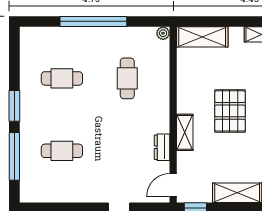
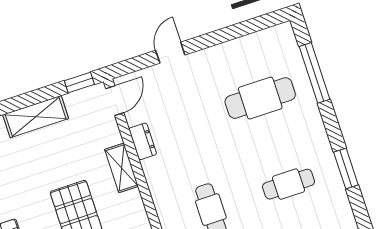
window: (14, 106) -> (346, 168), moved
cafe table: (62, 151) -> (260, 98), width x1.37, depth x1.35

